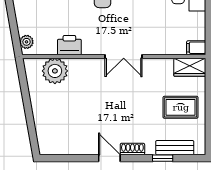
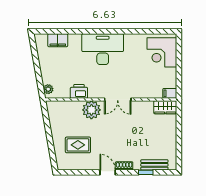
plant: (55, 71) -> (91, 110), moved
rug: (181, 107) -> (78, 145), moved

